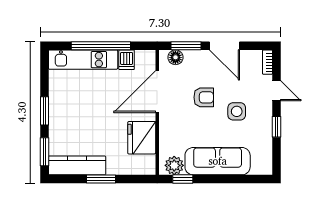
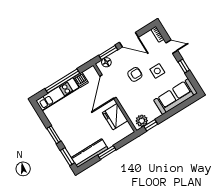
sofa: (218, 161) -> (176, 97), moved

